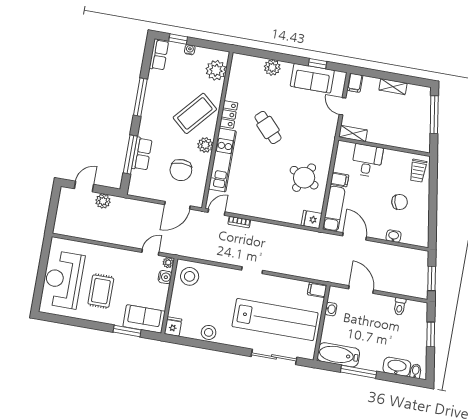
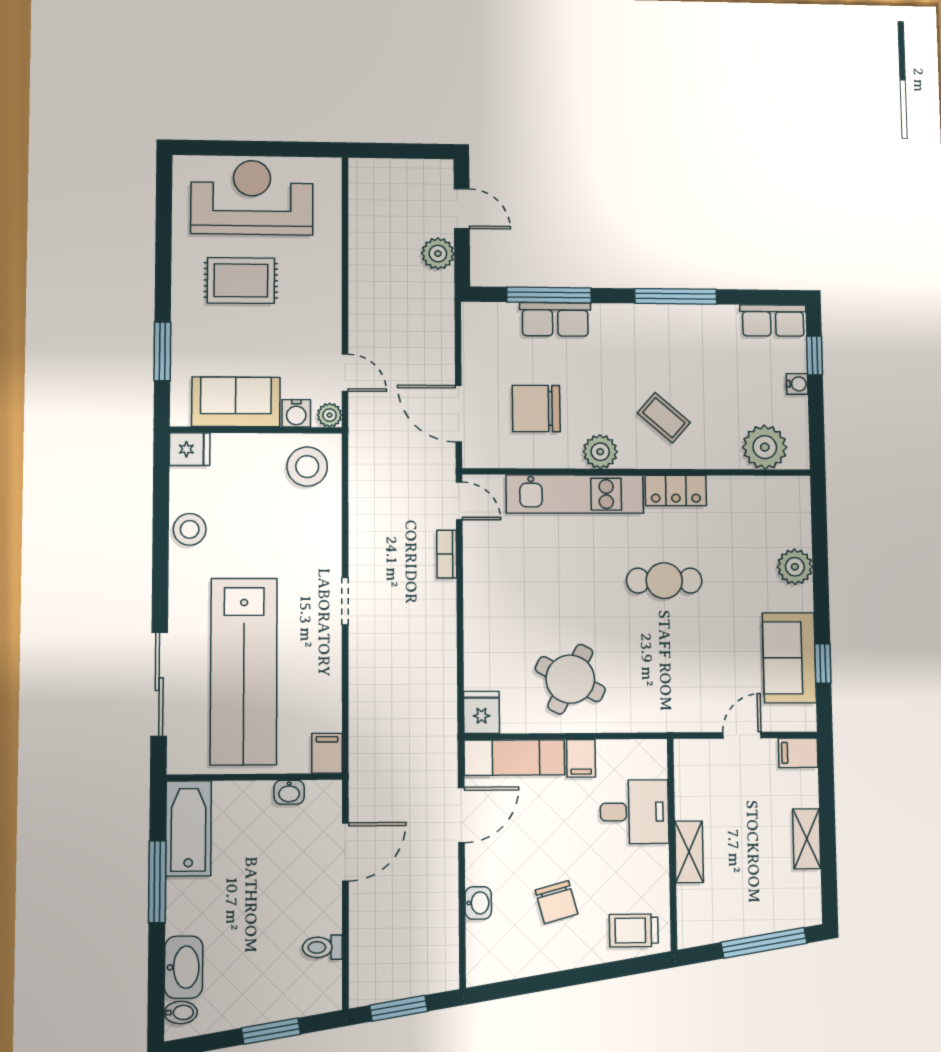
coffee table: (195, 113) -> (664, 418), width x0.54, depth x0.58
cafe table: (268, 128) -> (664, 581), turned 43
shelving: (353, 133) -> (689, 852), moved
sofa: (144, 319) -> (236, 402), moved, turned -90

